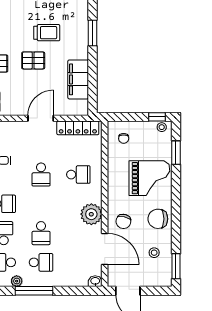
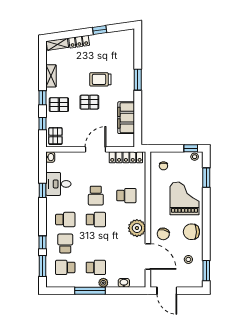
trolley: (47, 33) -> (100, 79), turned 180
grand piano: (149, 178) -> (185, 198), turned -90
school desk: (41, 233) -> (96, 220), moved, turned -90
plant: (17, 281) -> (103, 283), moved
washbasin: (95, 281) -> (124, 283), moved

